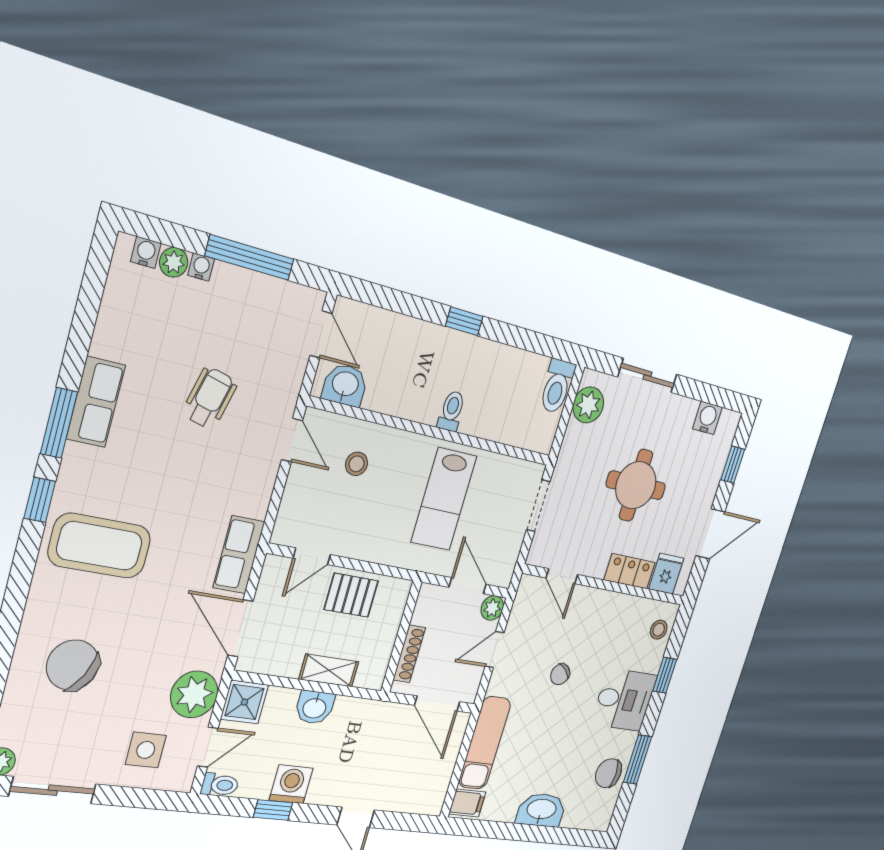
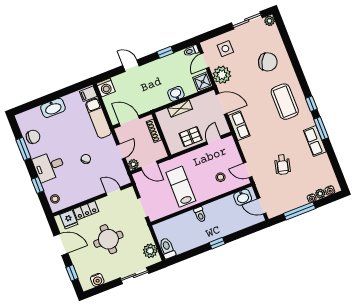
door: (710, 534) -> (61, 245), swing flipped
coffee table: (100, 546) -> (285, 102), turned 90
washing machine: (291, 784) -> (106, 88), moved

